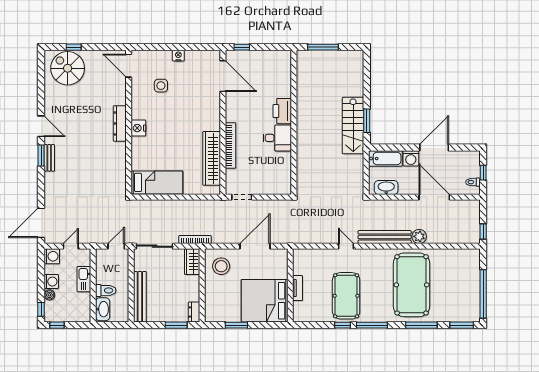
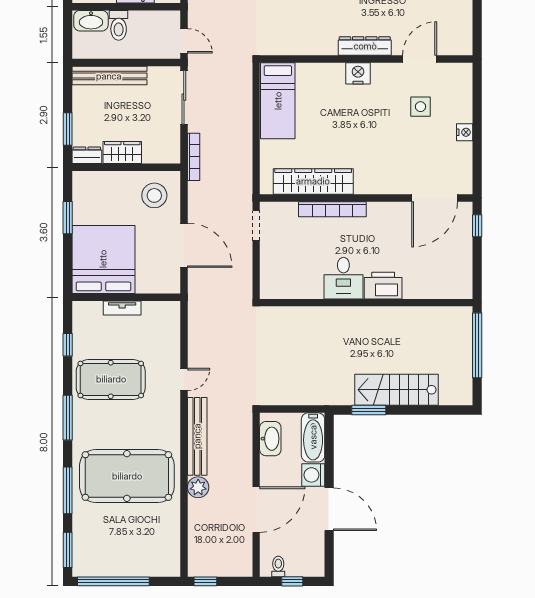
window: (323, 47) -> (477, 345), width x1.46
door: (129, 66) -> (420, 59), moved
stairs: (353, 126) -> (396, 390), moved
wardrobe: (192, 262) -> (122, 153), moved
window: (342, 325) -> (68, 345), moved

